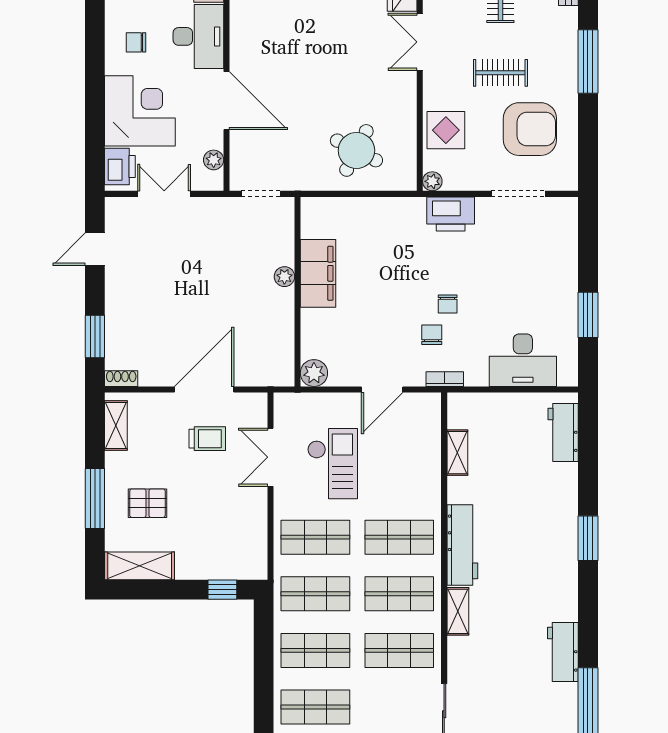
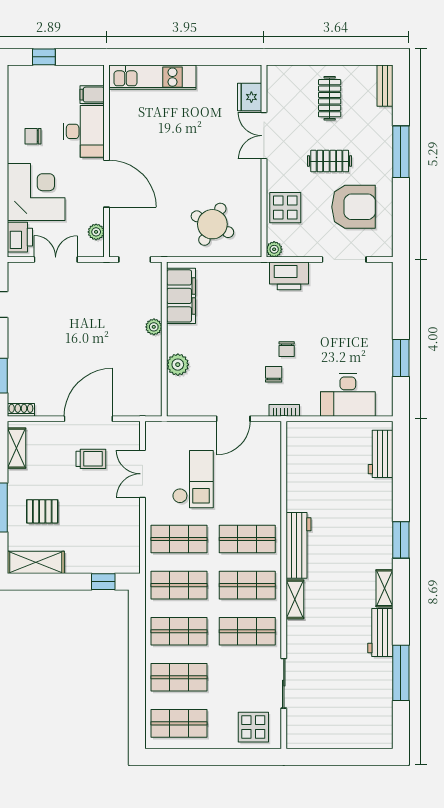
filing cabinet: (318, 273) -> (181, 296), moved
plant: (314, 373) -> (178, 365), moved
shelving: (457, 453) -> (385, 588), moved

